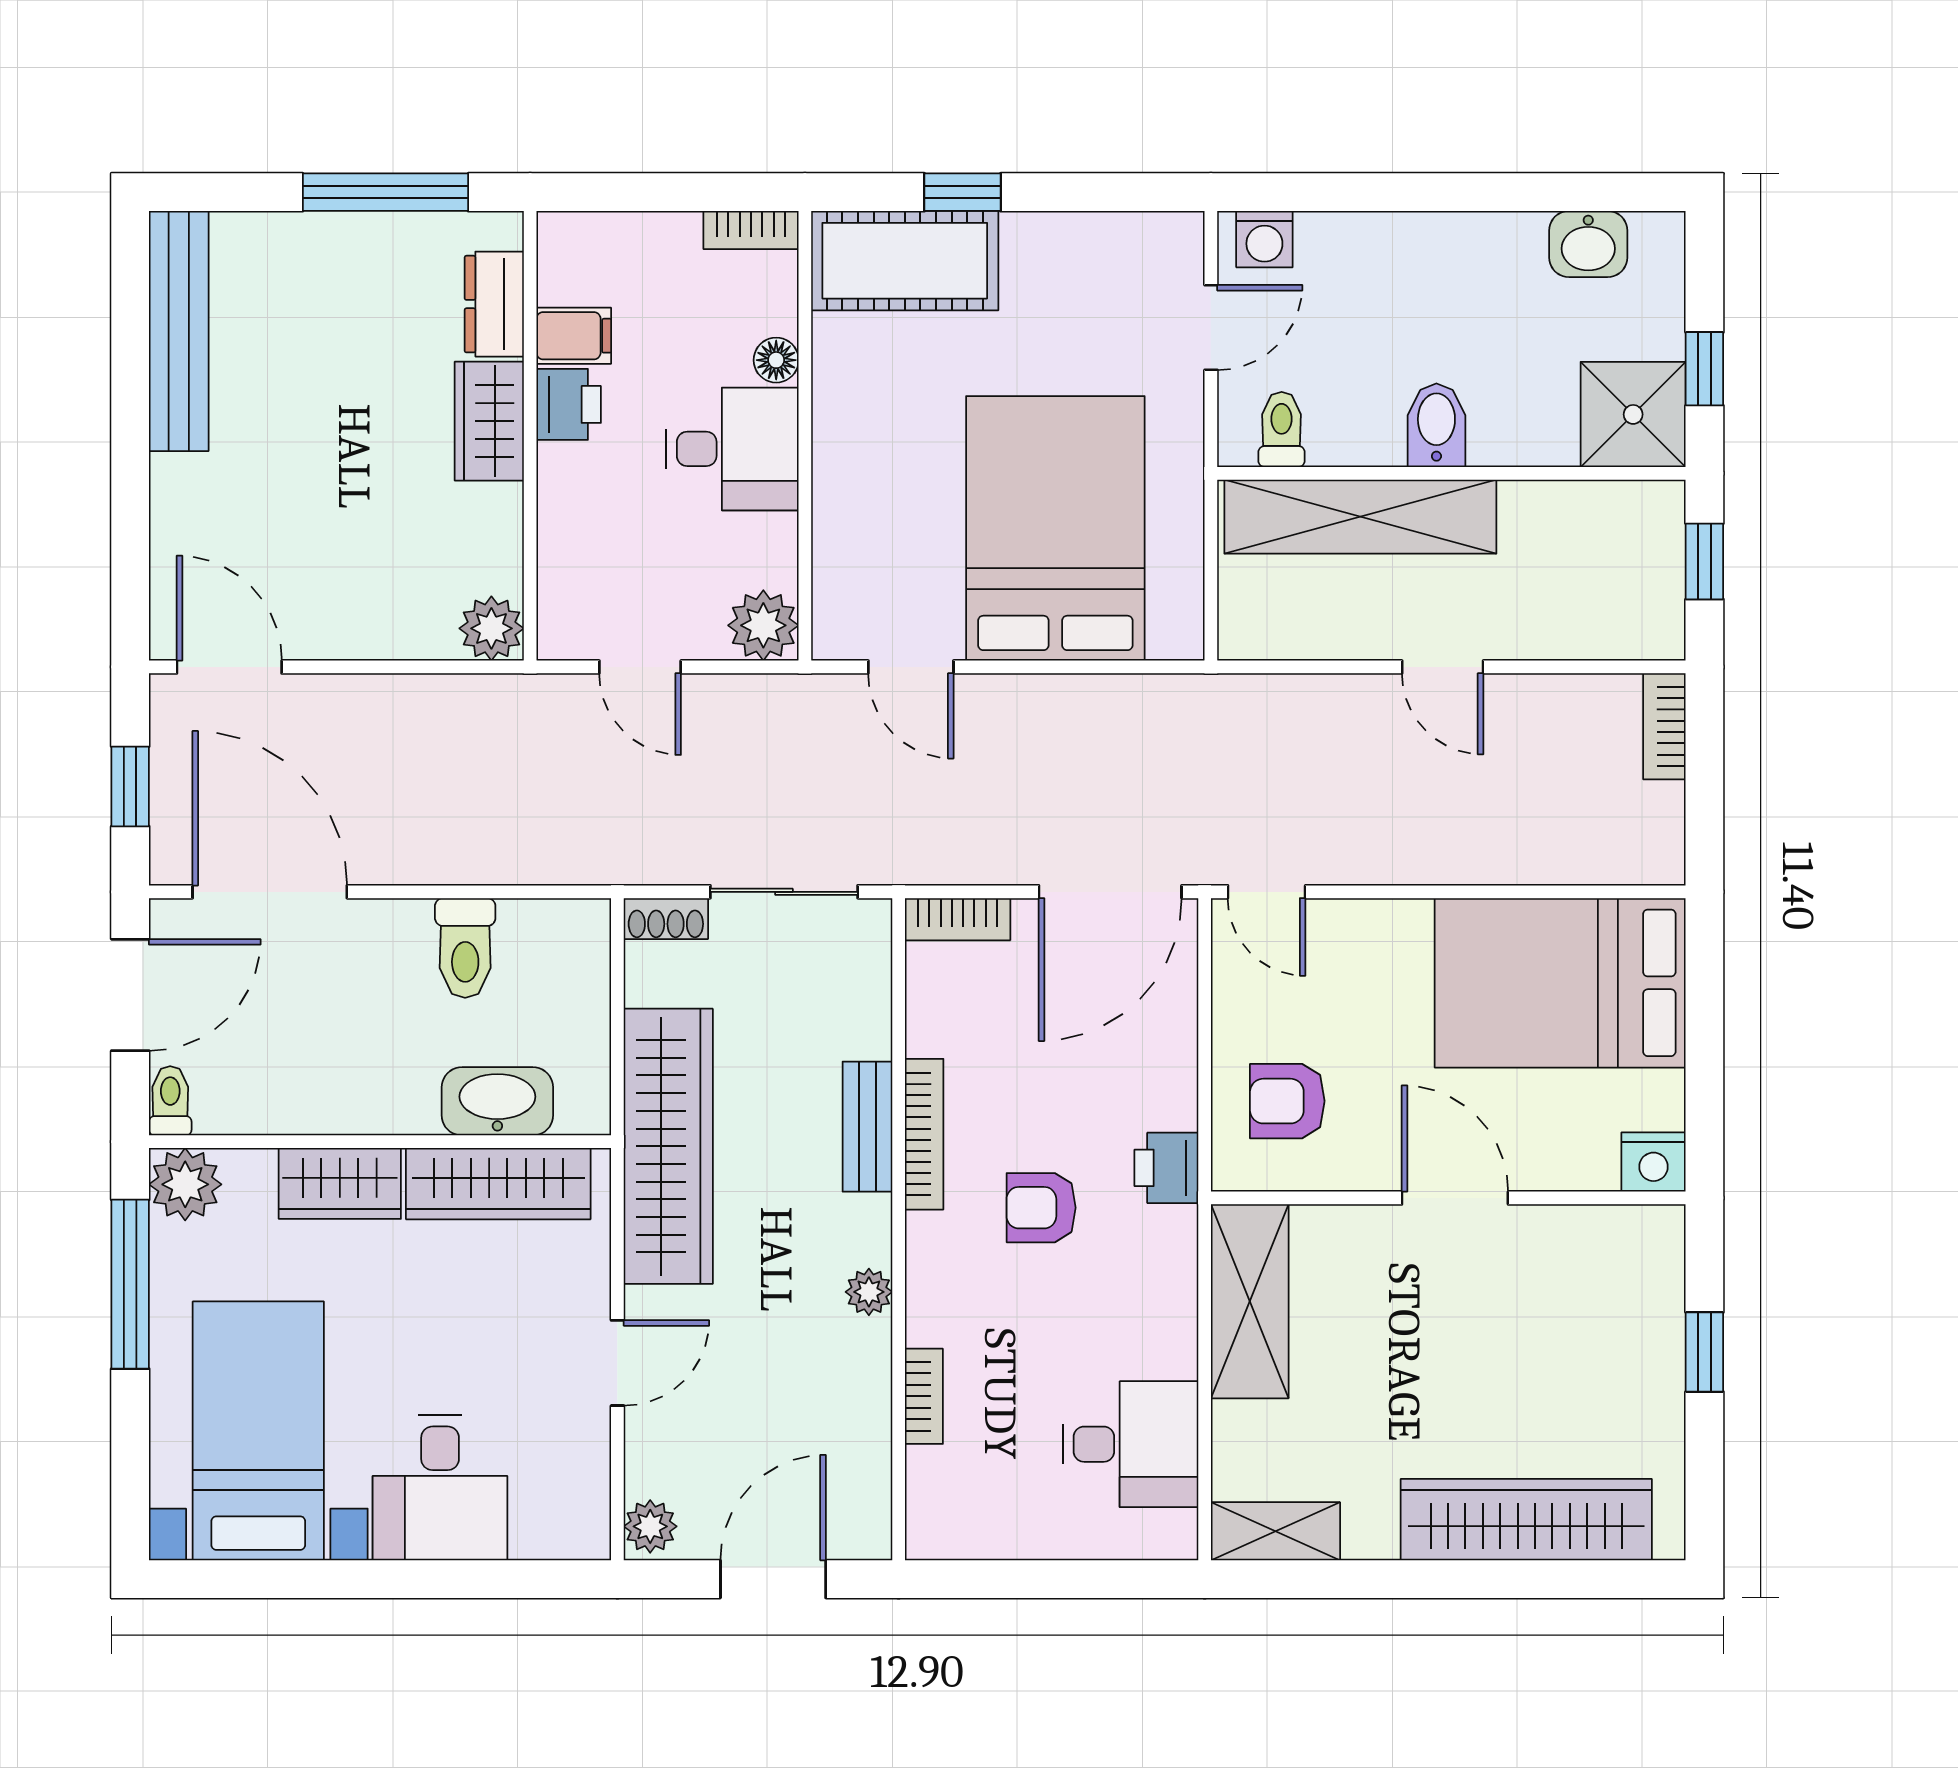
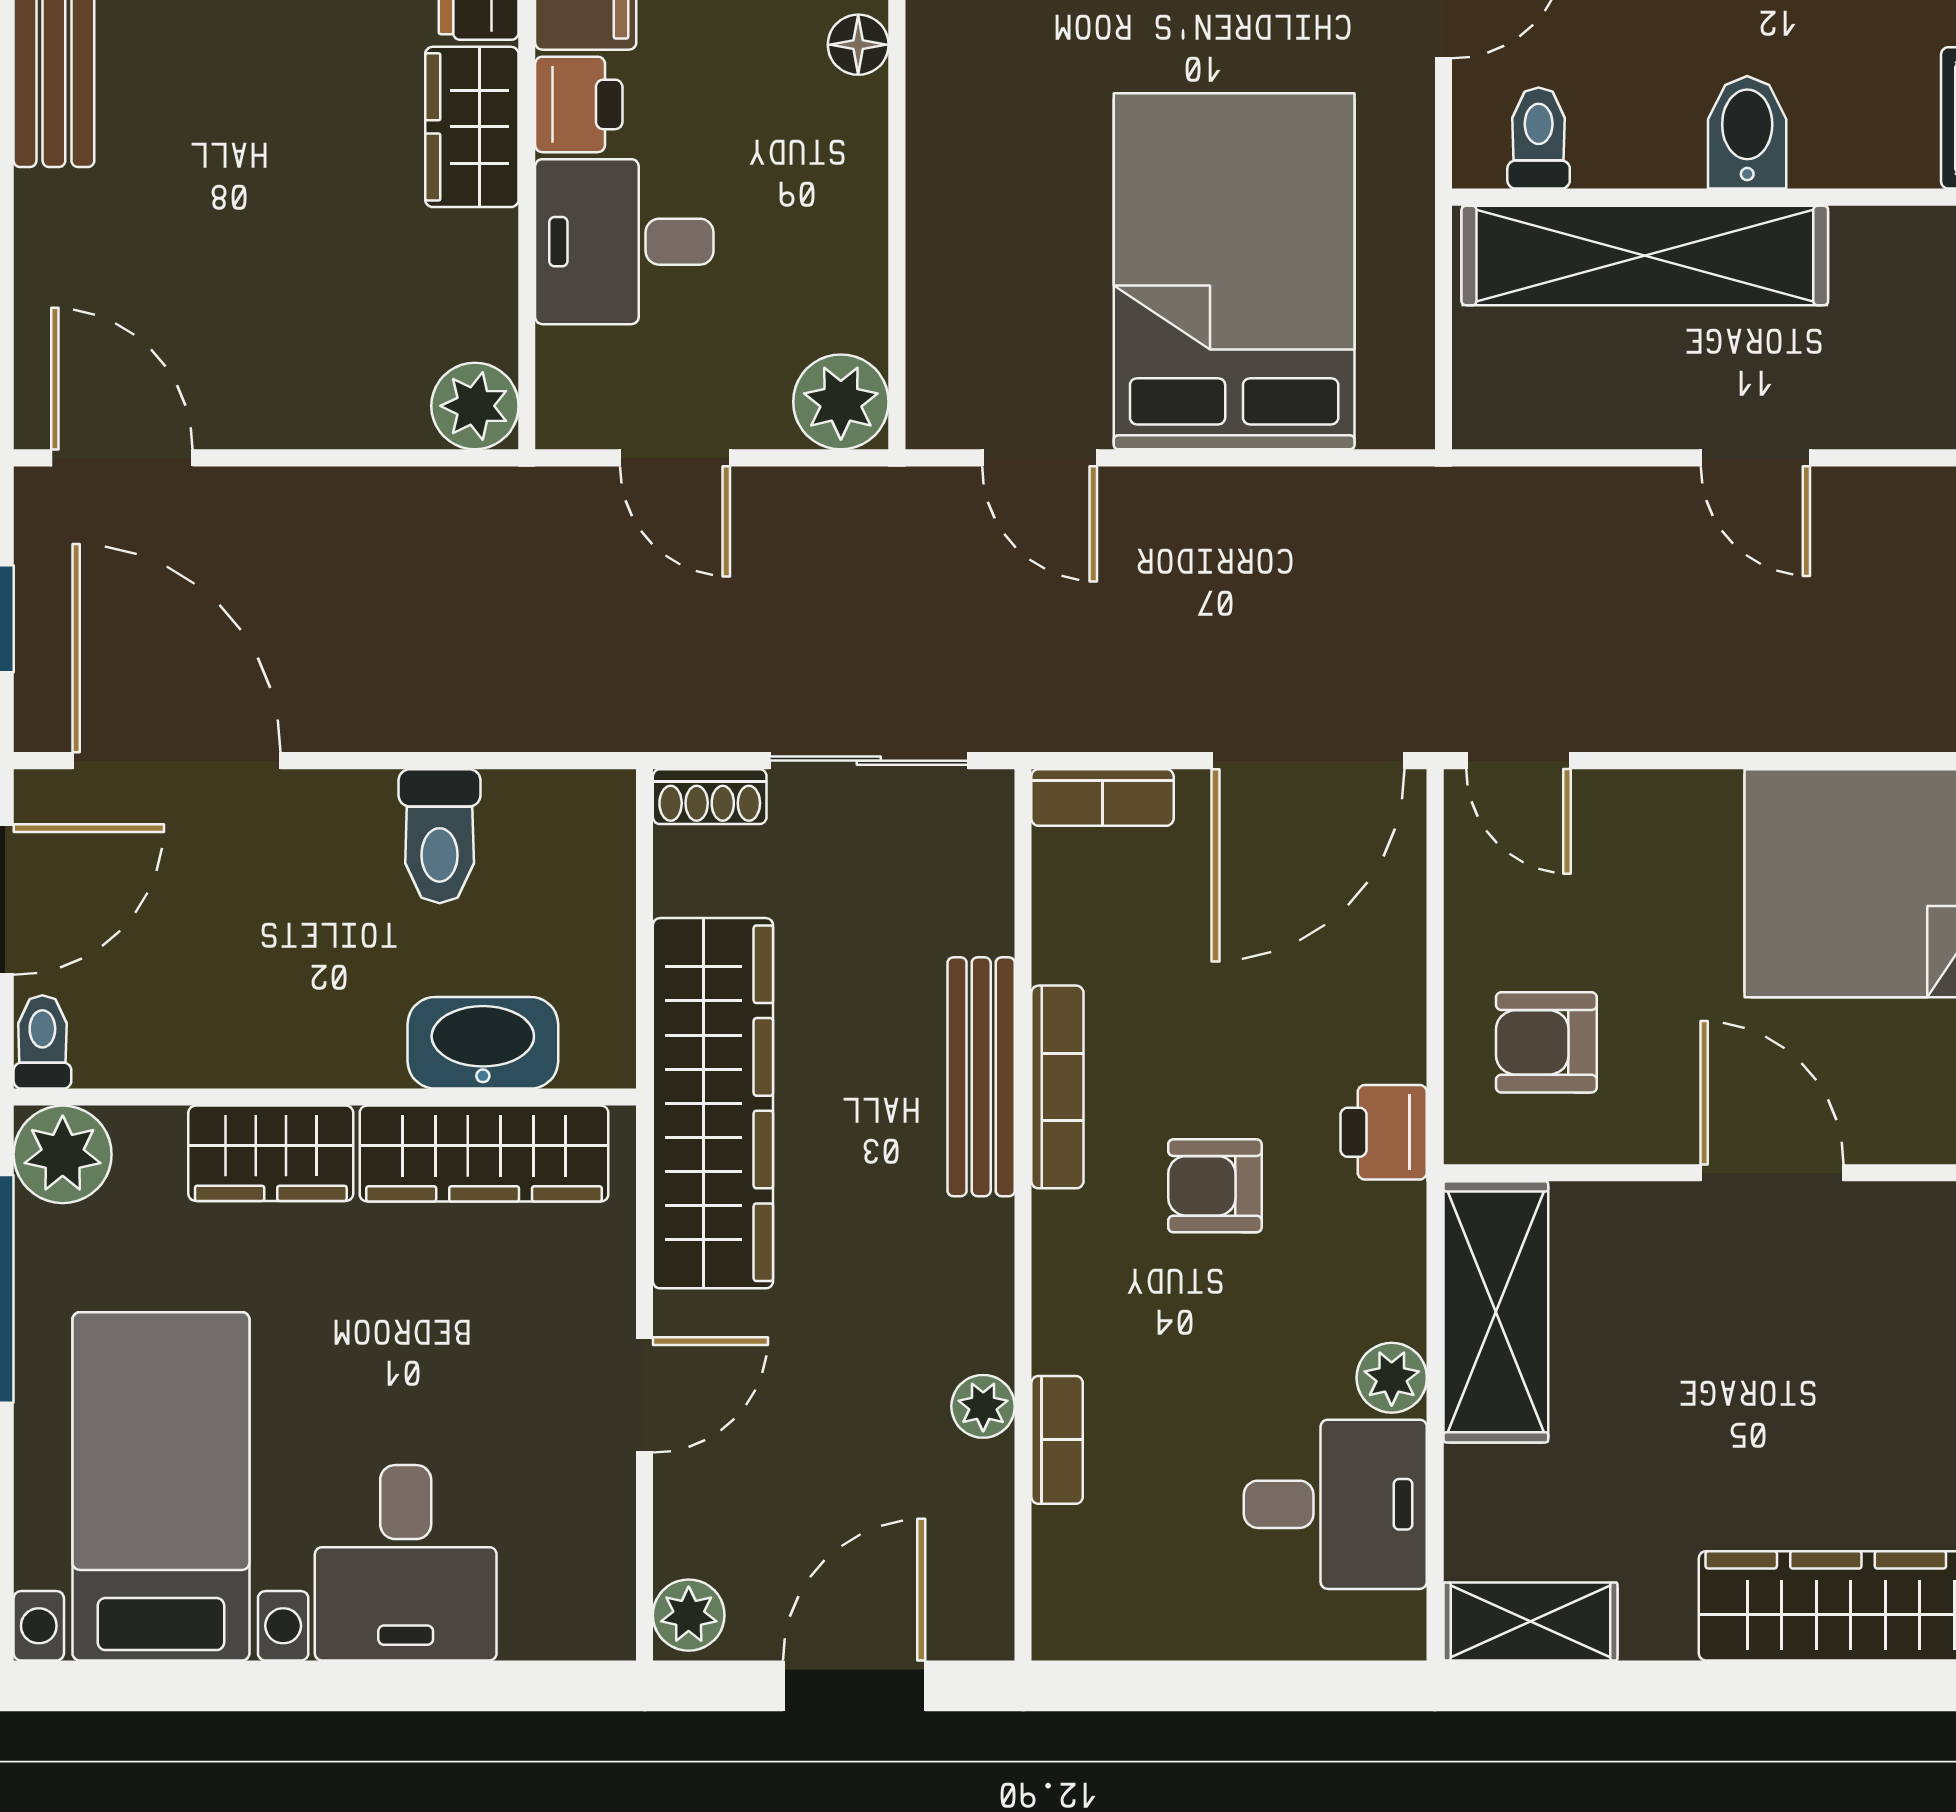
desk: (732, 449) -> (624, 242), moved, turned 180
bench: (867, 1127) -> (981, 1077), width x1.36
plant: (869, 1292) -> (983, 1406), moved
plant: (1172, 1350) -> (1392, 1378), added

